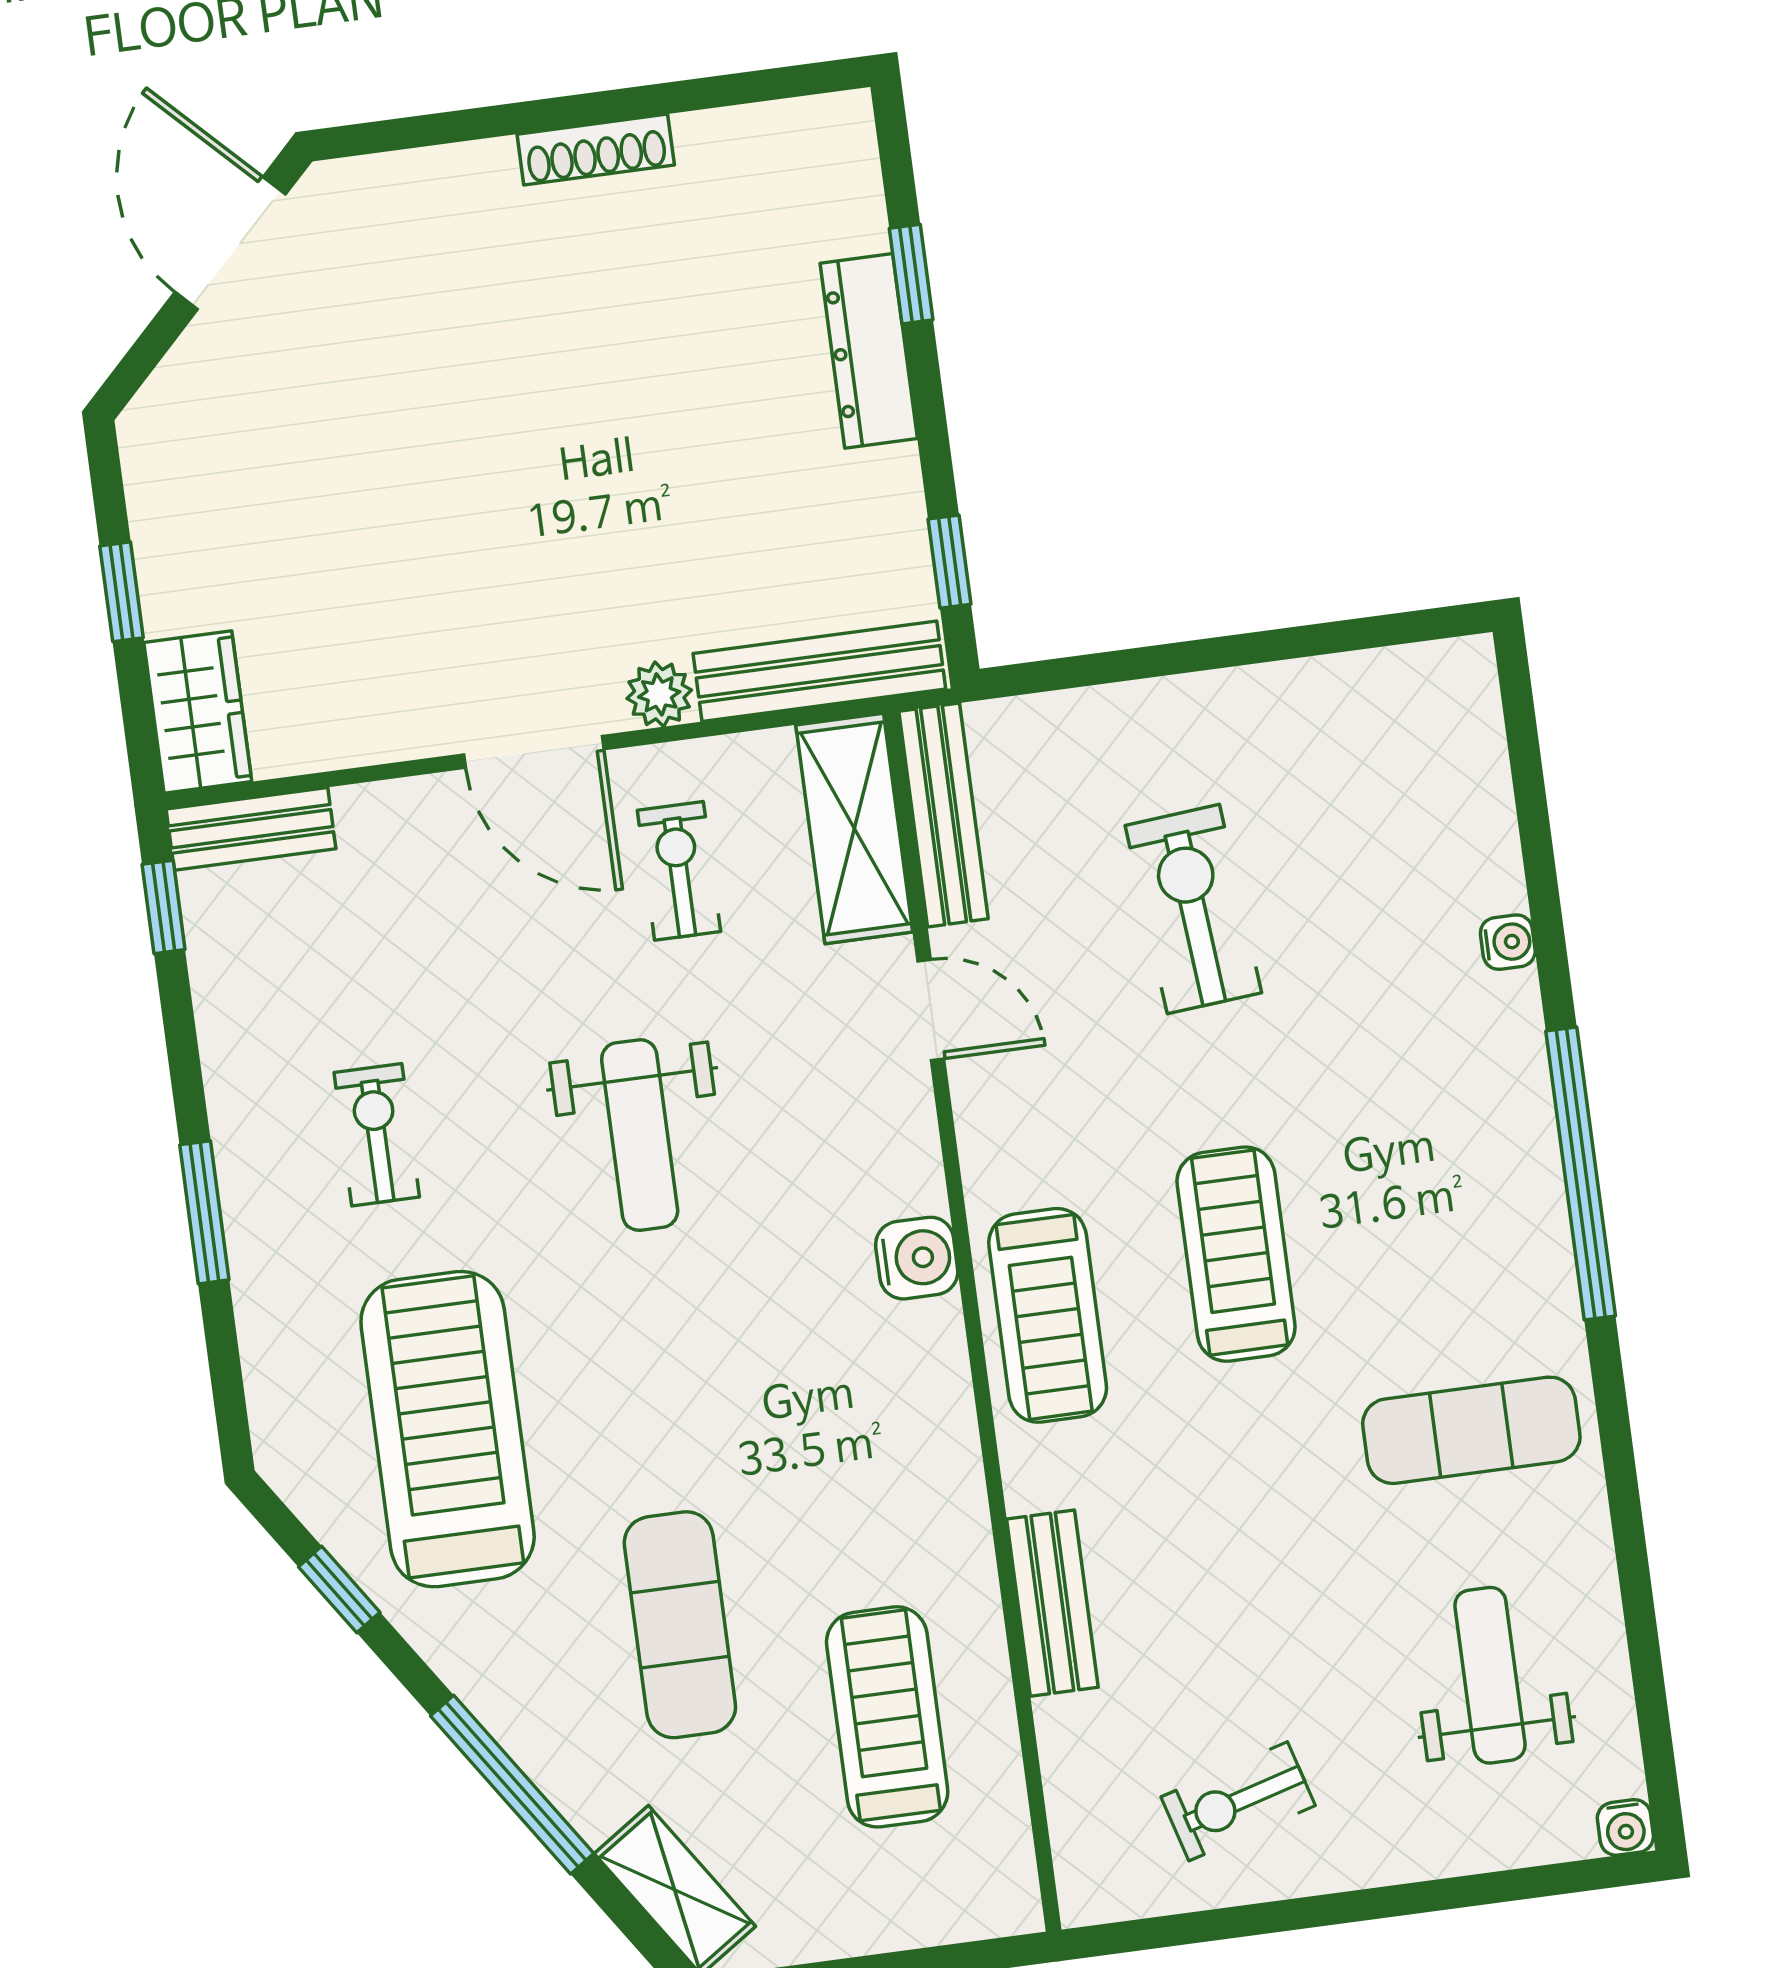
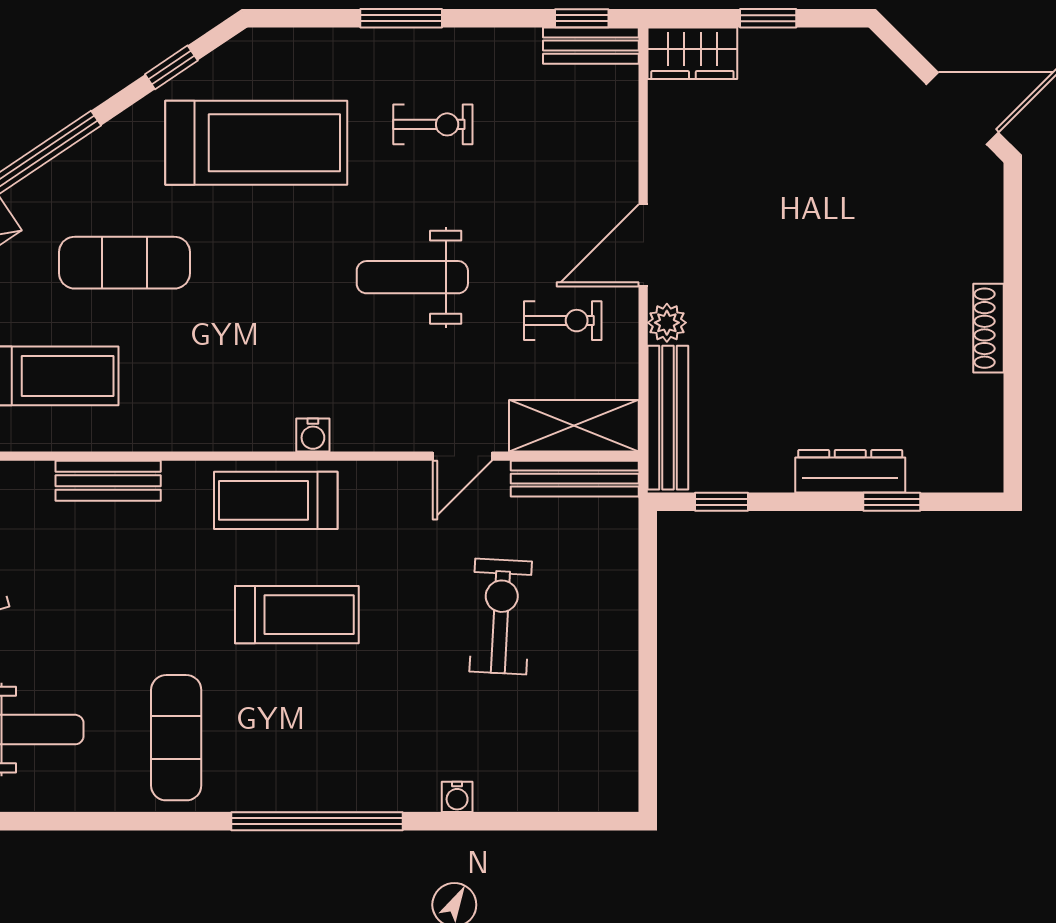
bench: (251, 829) -> (591, 46), moved, turned 90
exercise bike: (1193, 909) -> (501, 617), turned -82
water cooler: (917, 1258) -> (313, 435), width x0.72, depth x0.72

